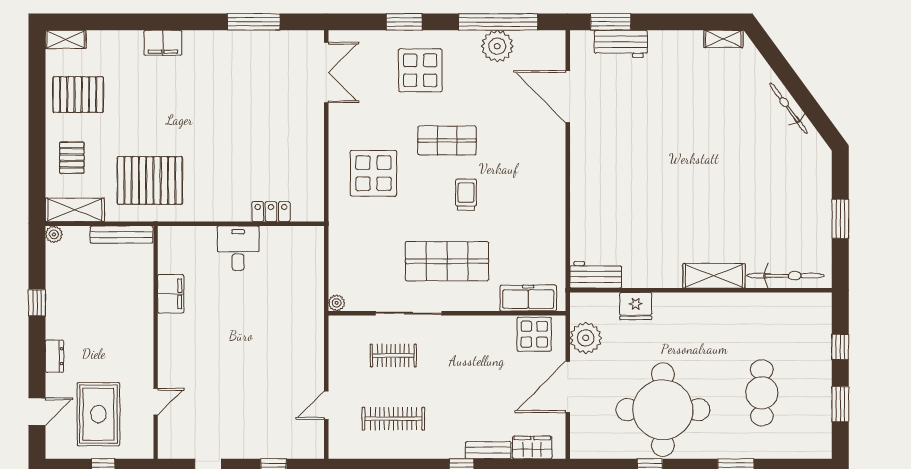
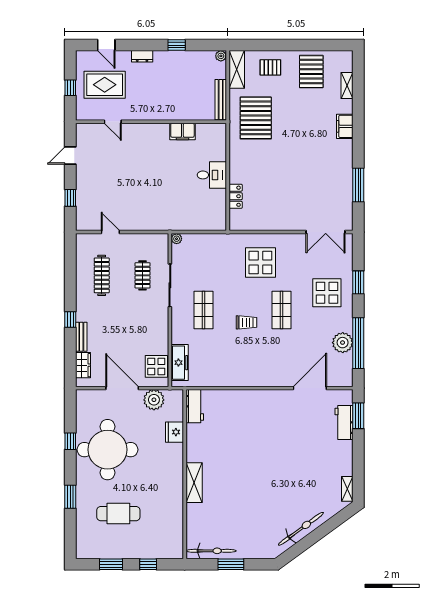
shelving: (66, 39) -> (347, 85), moved
bicycle: (789, 108) -> (301, 529), width x1.37, depth x1.40
shop shelf: (447, 261) -> (204, 310), width x0.70, depth x0.74
bicycle: (785, 276) -> (211, 551), moved, turned -90

